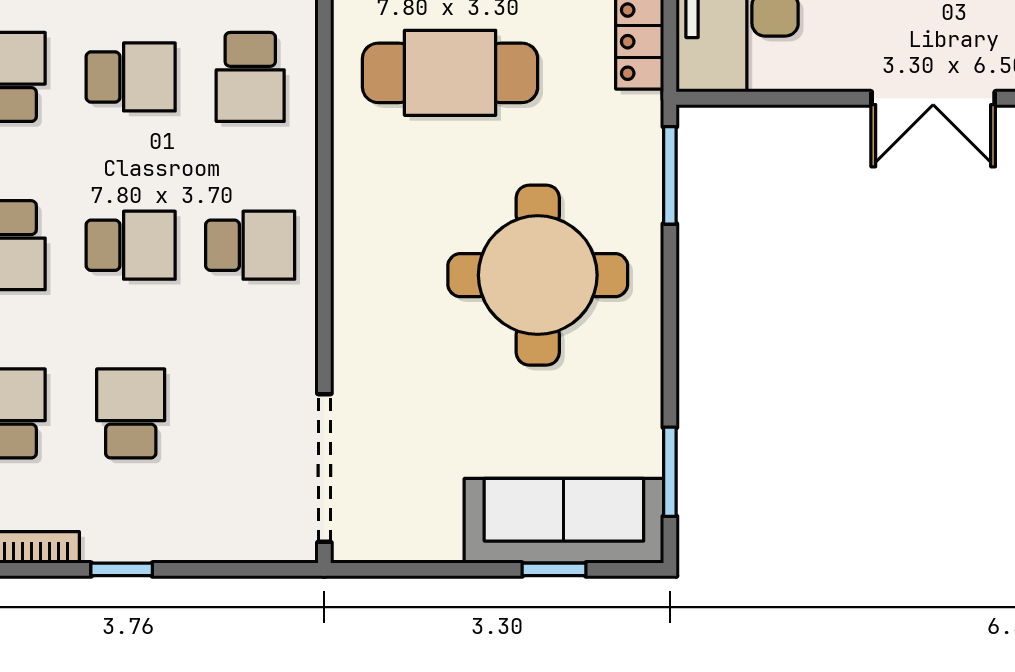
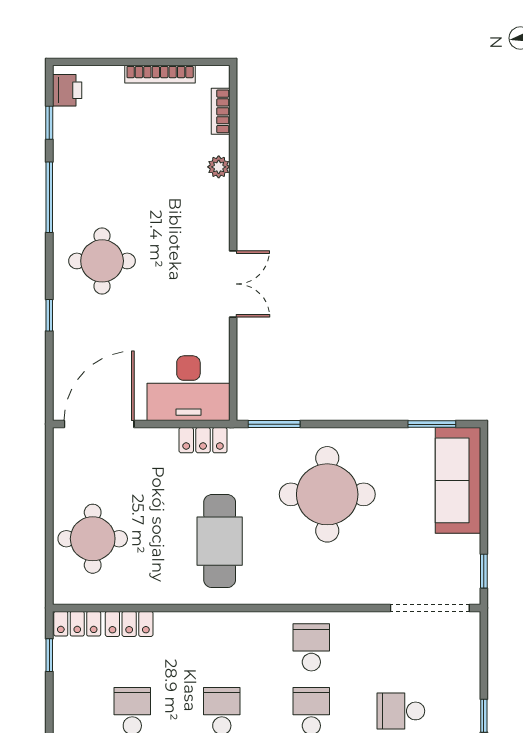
school desk: (250, 77) -> (222, 647), removed
window: (554, 569) -> (484, 571), moved

